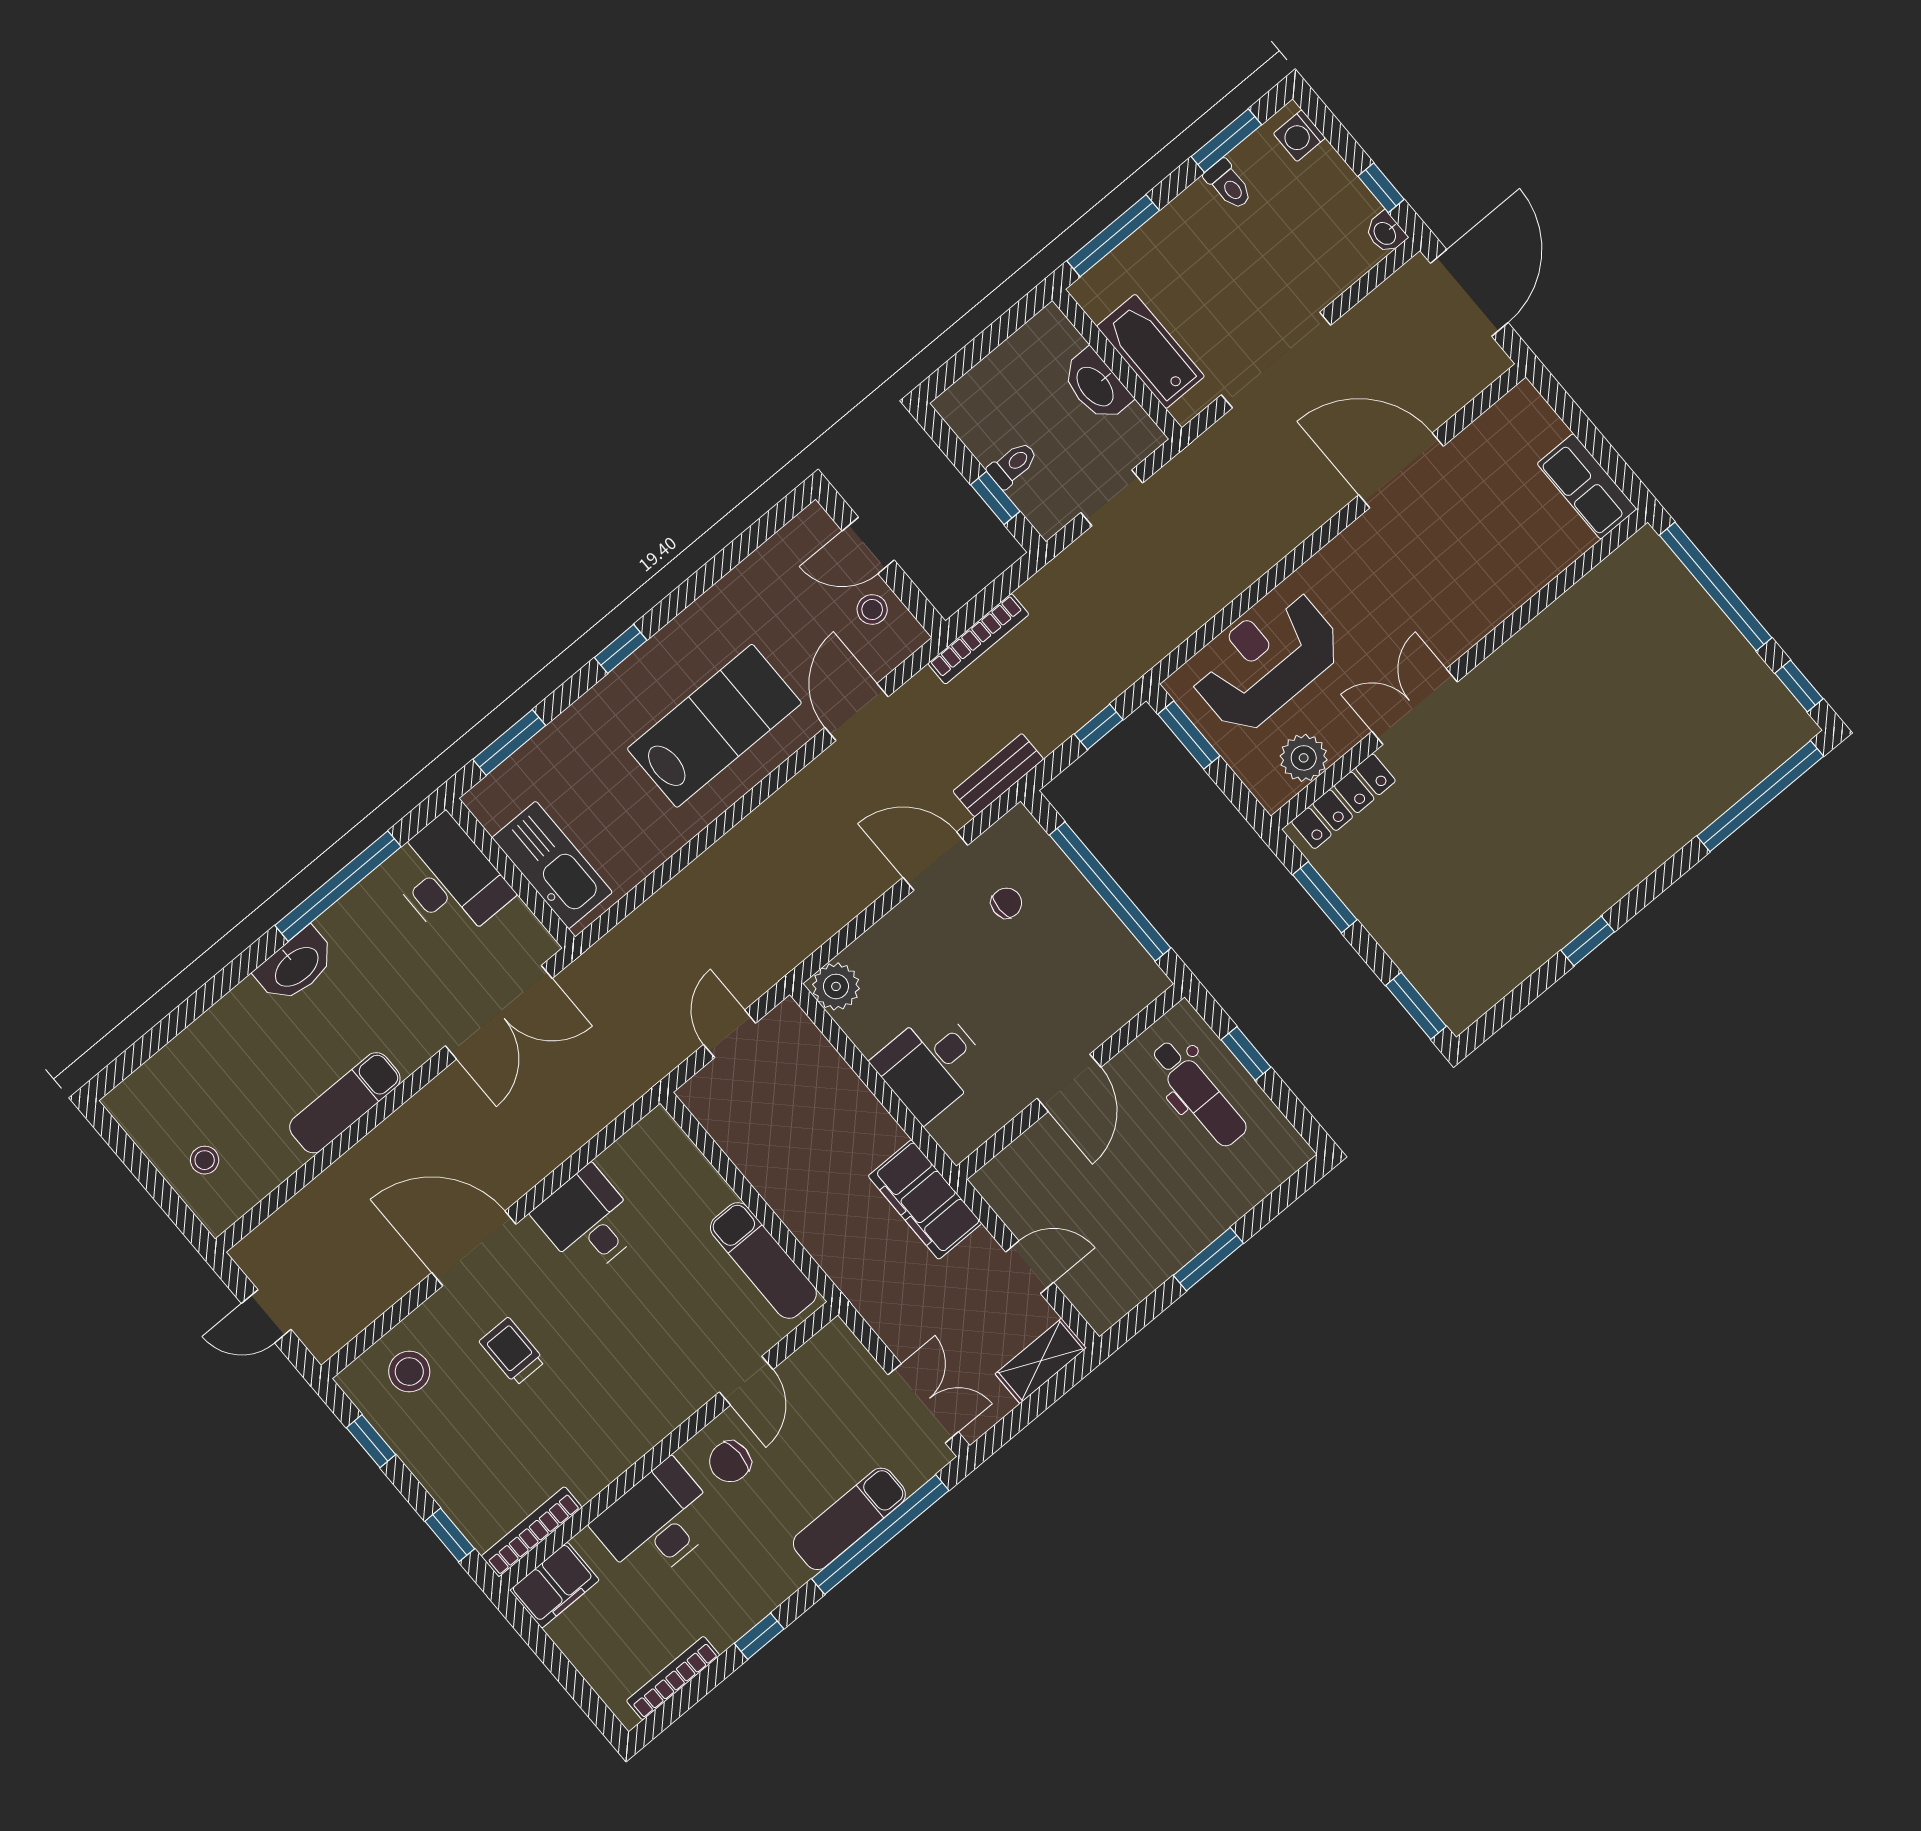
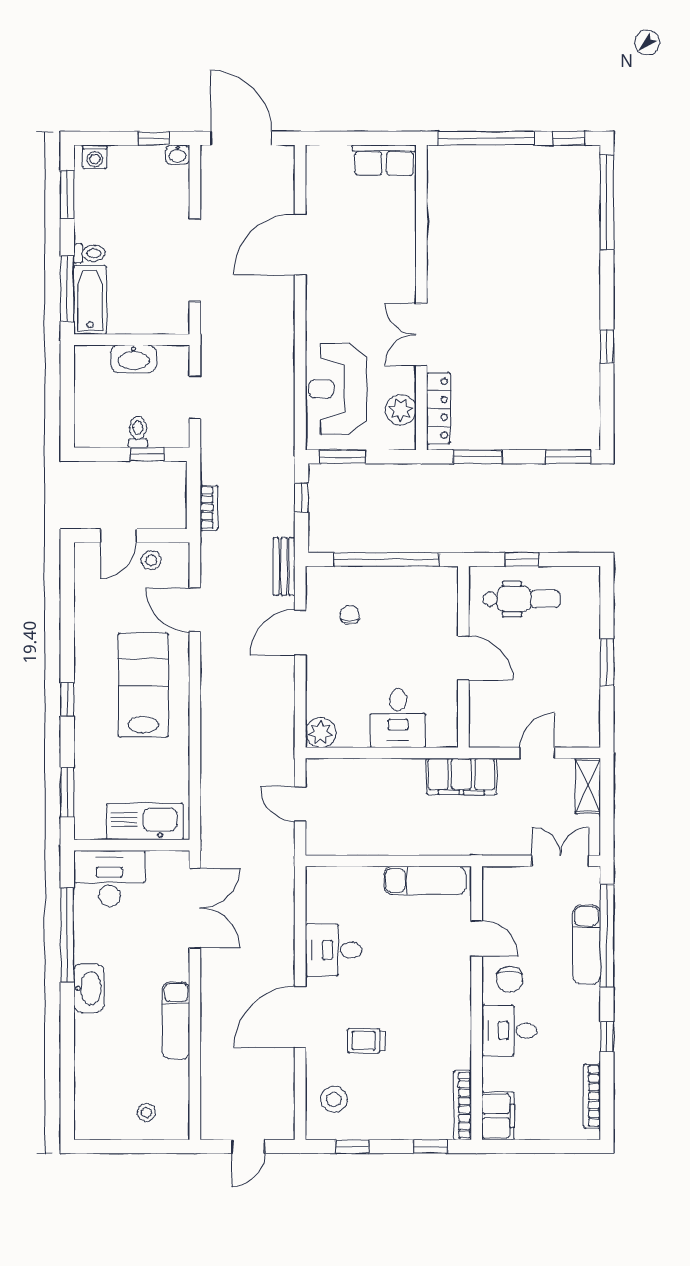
toilet: (1228, 185) -> (90, 253), moved
bathtub: (1151, 351) -> (90, 300), moved, turned 90
bookcase: (978, 639) -> (209, 508), width x0.64
desk: (657, 1523) -> (509, 1030), width x0.73

